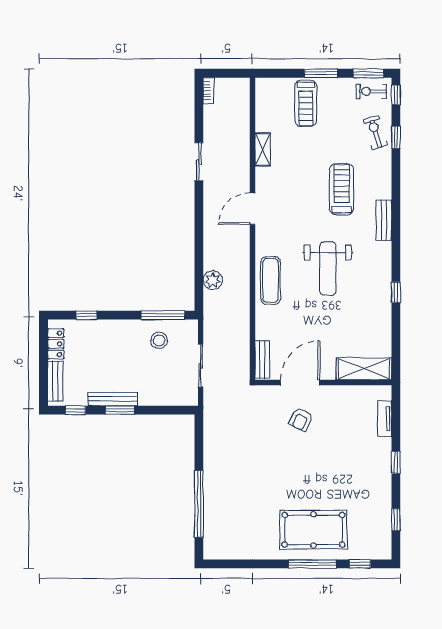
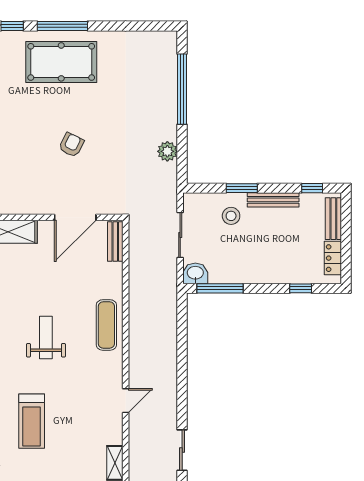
door: (252, 209) -> (126, 401), width x0.73
weight bench: (328, 269) -> (46, 337), width x0.73, depth x0.75
plant: (213, 280) -> (167, 151), moved
washbasin: (186, 329) -> (195, 273), added
stool: (159, 340) -> (231, 216), moved
window: (120, 410) -> (242, 188), moved
armchair: (301, 419) -> (71, 145), moved

